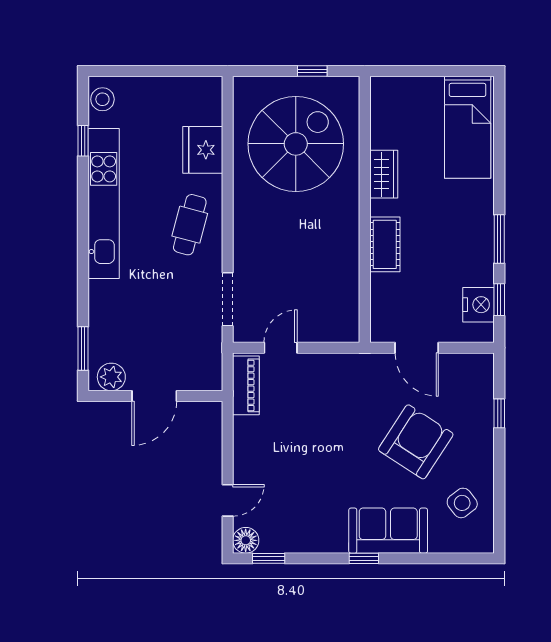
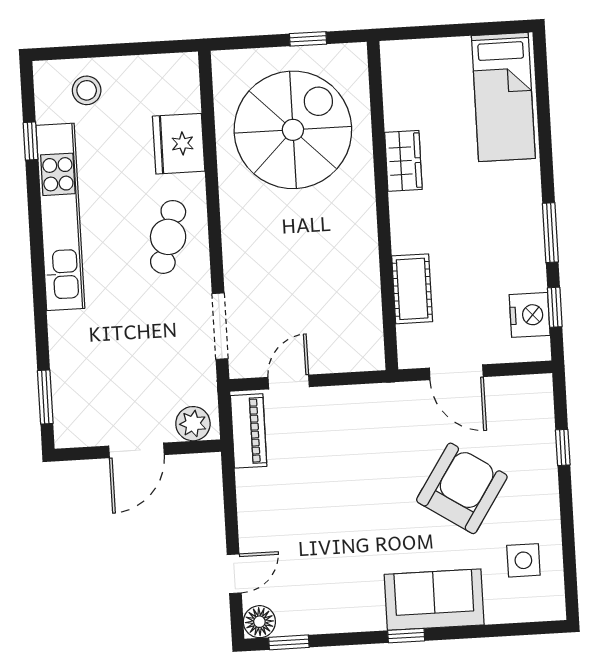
stool: (102, 99) -> (87, 90), moved
cot: (385, 244) -> (412, 289), moved
plant: (111, 377) -> (193, 424), moved
side table: (462, 503) -> (523, 560), turned 38

